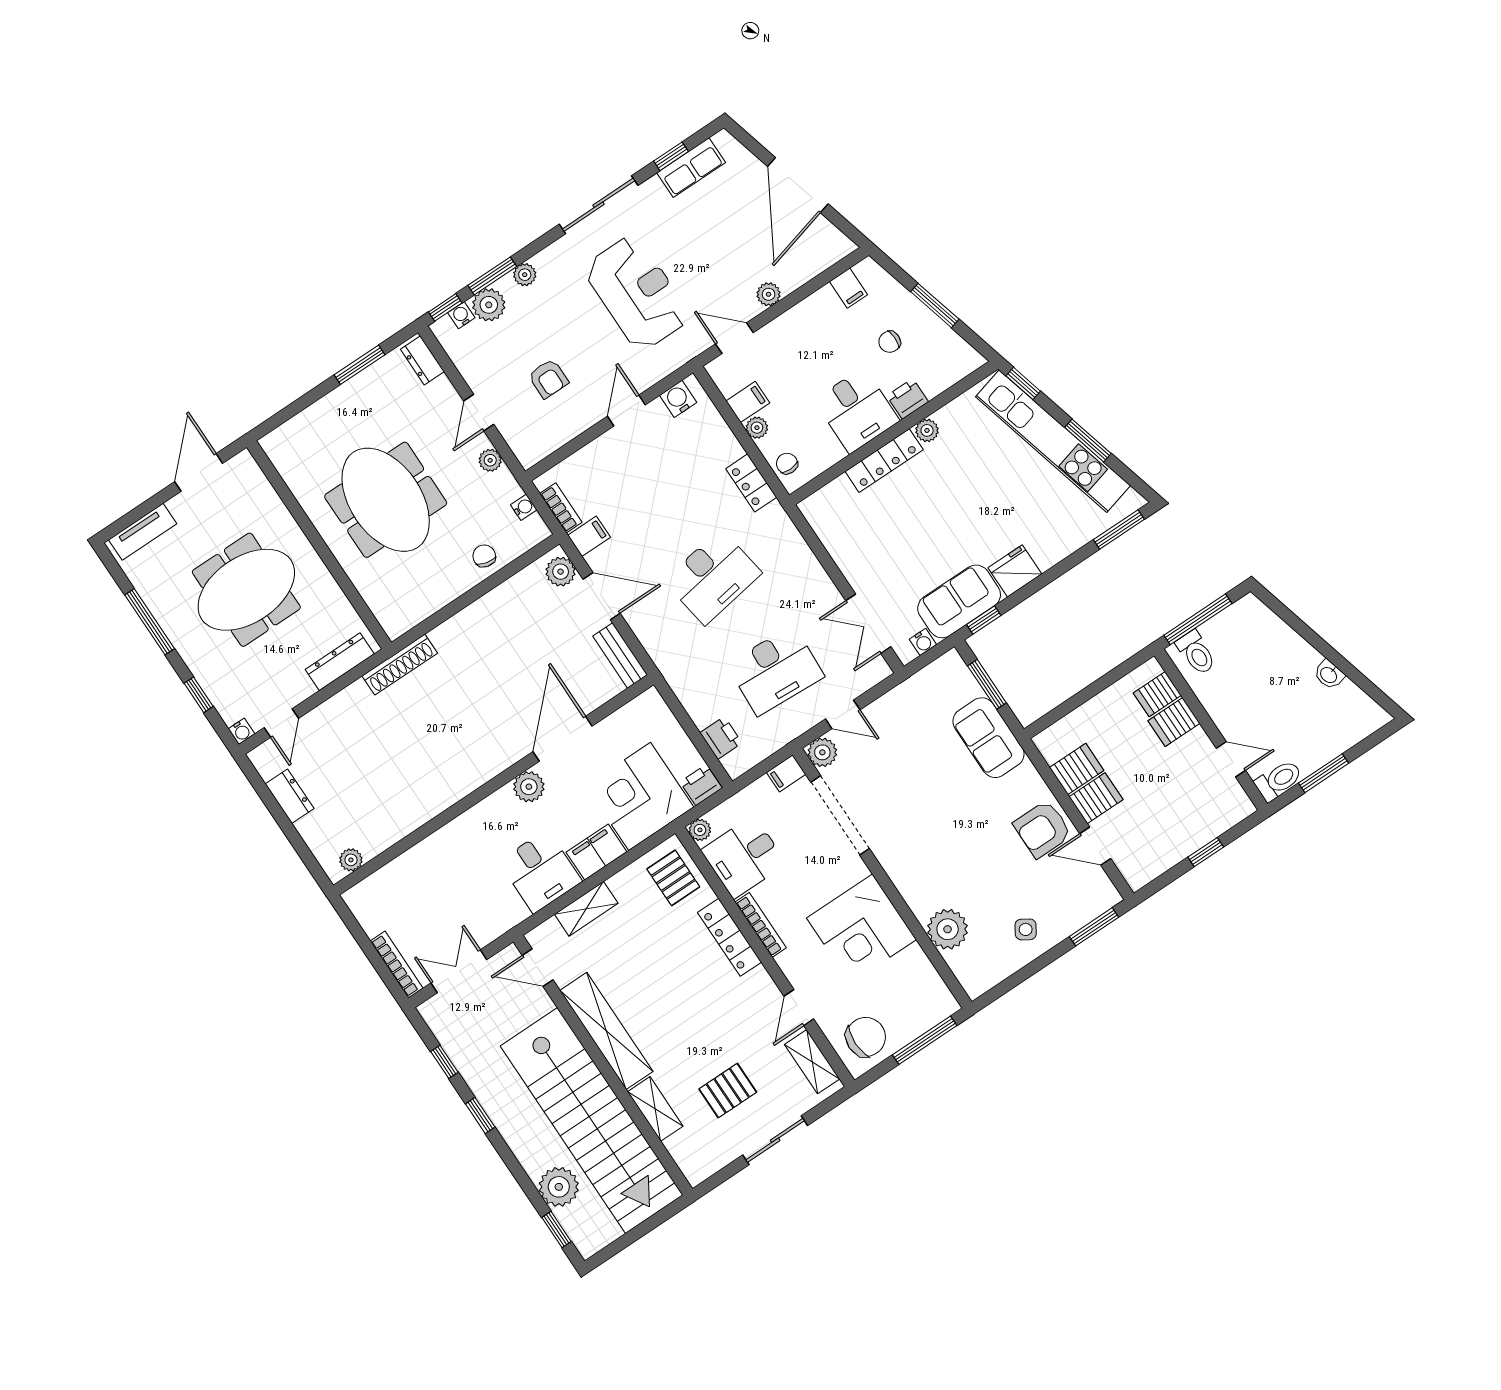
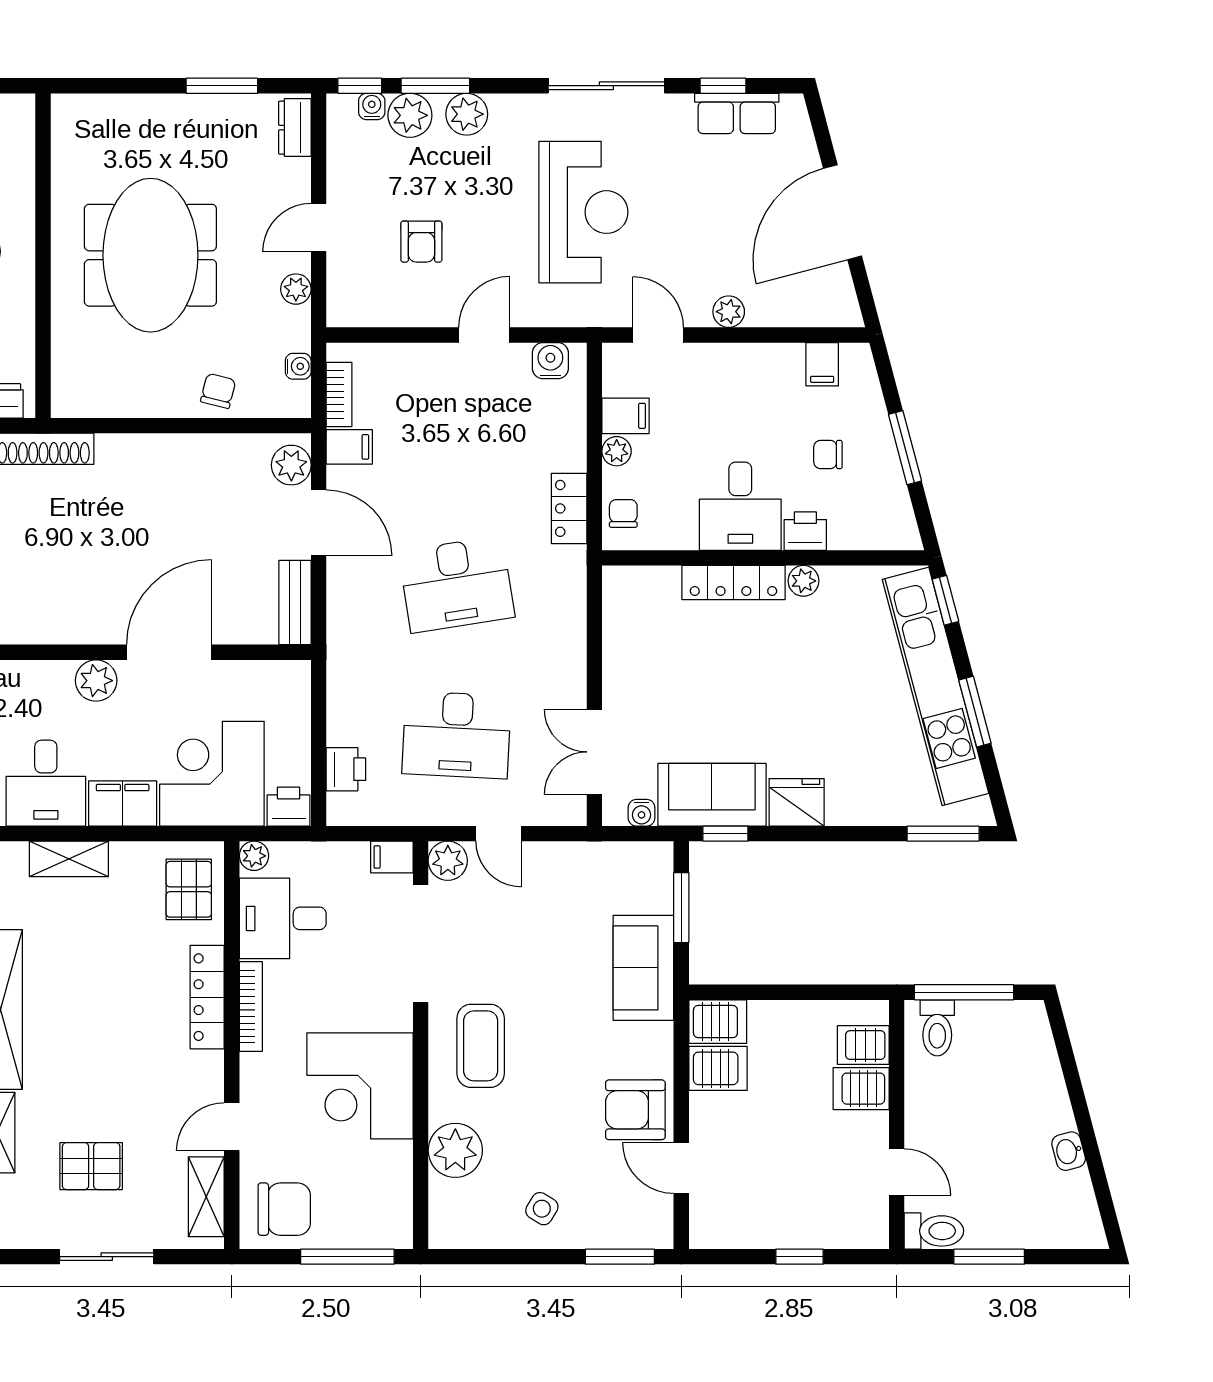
plant: (525, 275) -> (467, 114), width x1.38, depth x1.38
server rack: (1096, 798) -> (718, 1022), moved
coffee table: (920, 854) -> (481, 1046), added

